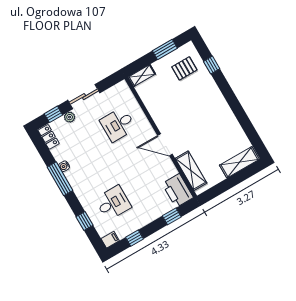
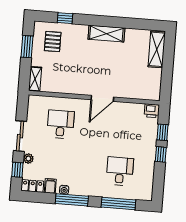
desk: (118, 124) -> (61, 124), turned 180
shelving: (191, 171) -> (106, 34), moved
printer: (178, 191) -> (152, 111), width x0.53, depth x0.68
window: (85, 221) -> (118, 203), width x2.17
window: (134, 238) -> (161, 154), moved
filing cabinet: (110, 240) -> (50, 186), moved

